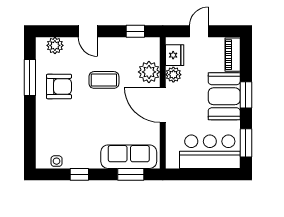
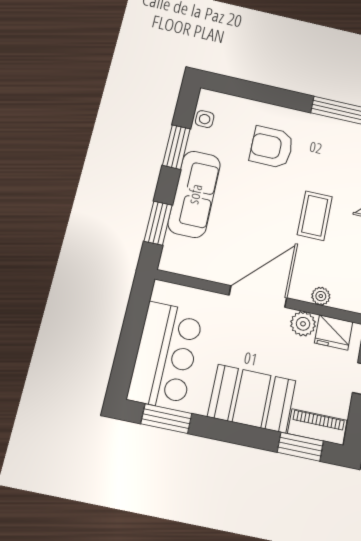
plant: (149, 72) -> (321, 296), width x0.53, depth x0.53
armchair: (59, 86) -> (272, 147), moved, turned 90
window: (246, 95) -> (300, 447), moved
sofa: (129, 157) -> (194, 194), moved
window: (79, 174) -> (176, 147), width x1.50

